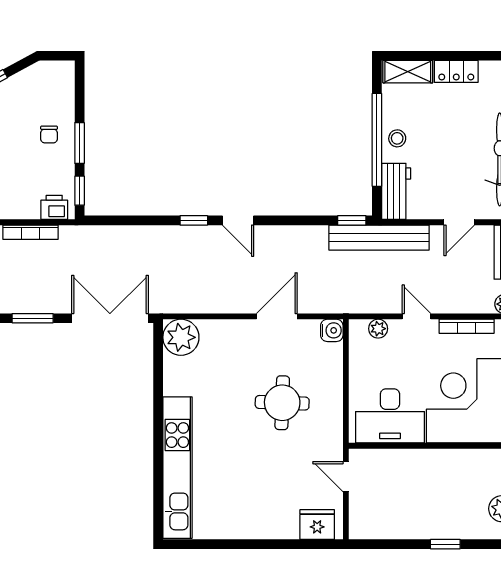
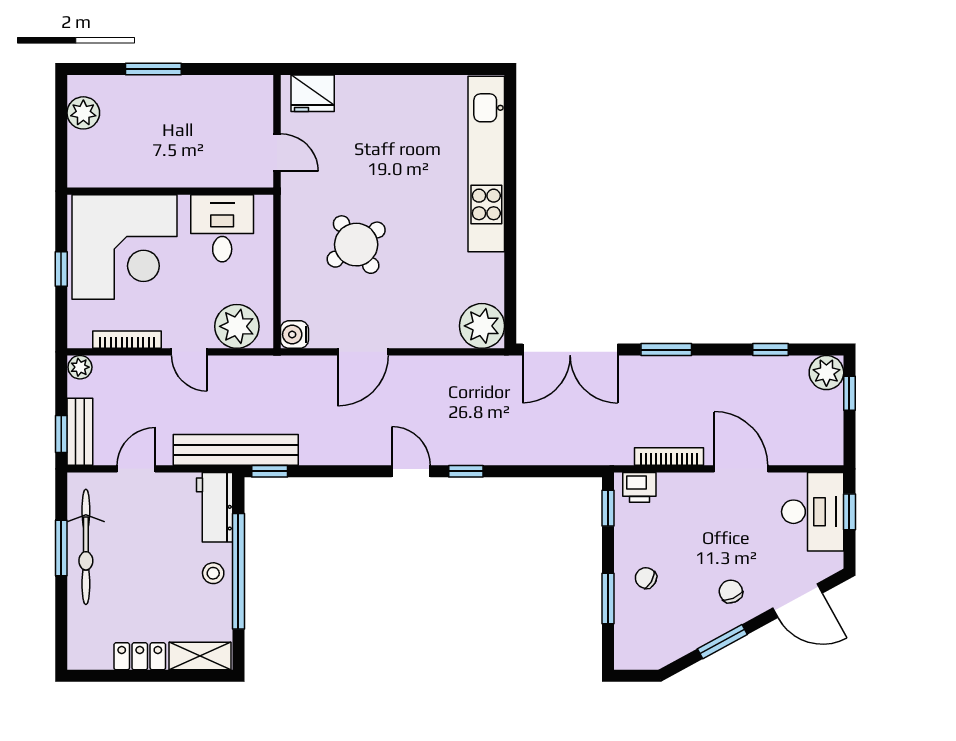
chair: (49, 134) -> (646, 578), turned -60
window: (80, 143) -> (608, 598), moved
plant: (378, 329) -> (237, 326), width x1.88, depth x1.88
round table: (282, 403) -> (356, 245), turned -37
desk: (390, 416) -> (222, 228), width x0.73
window: (445, 544) -> (153, 69), width x1.50

